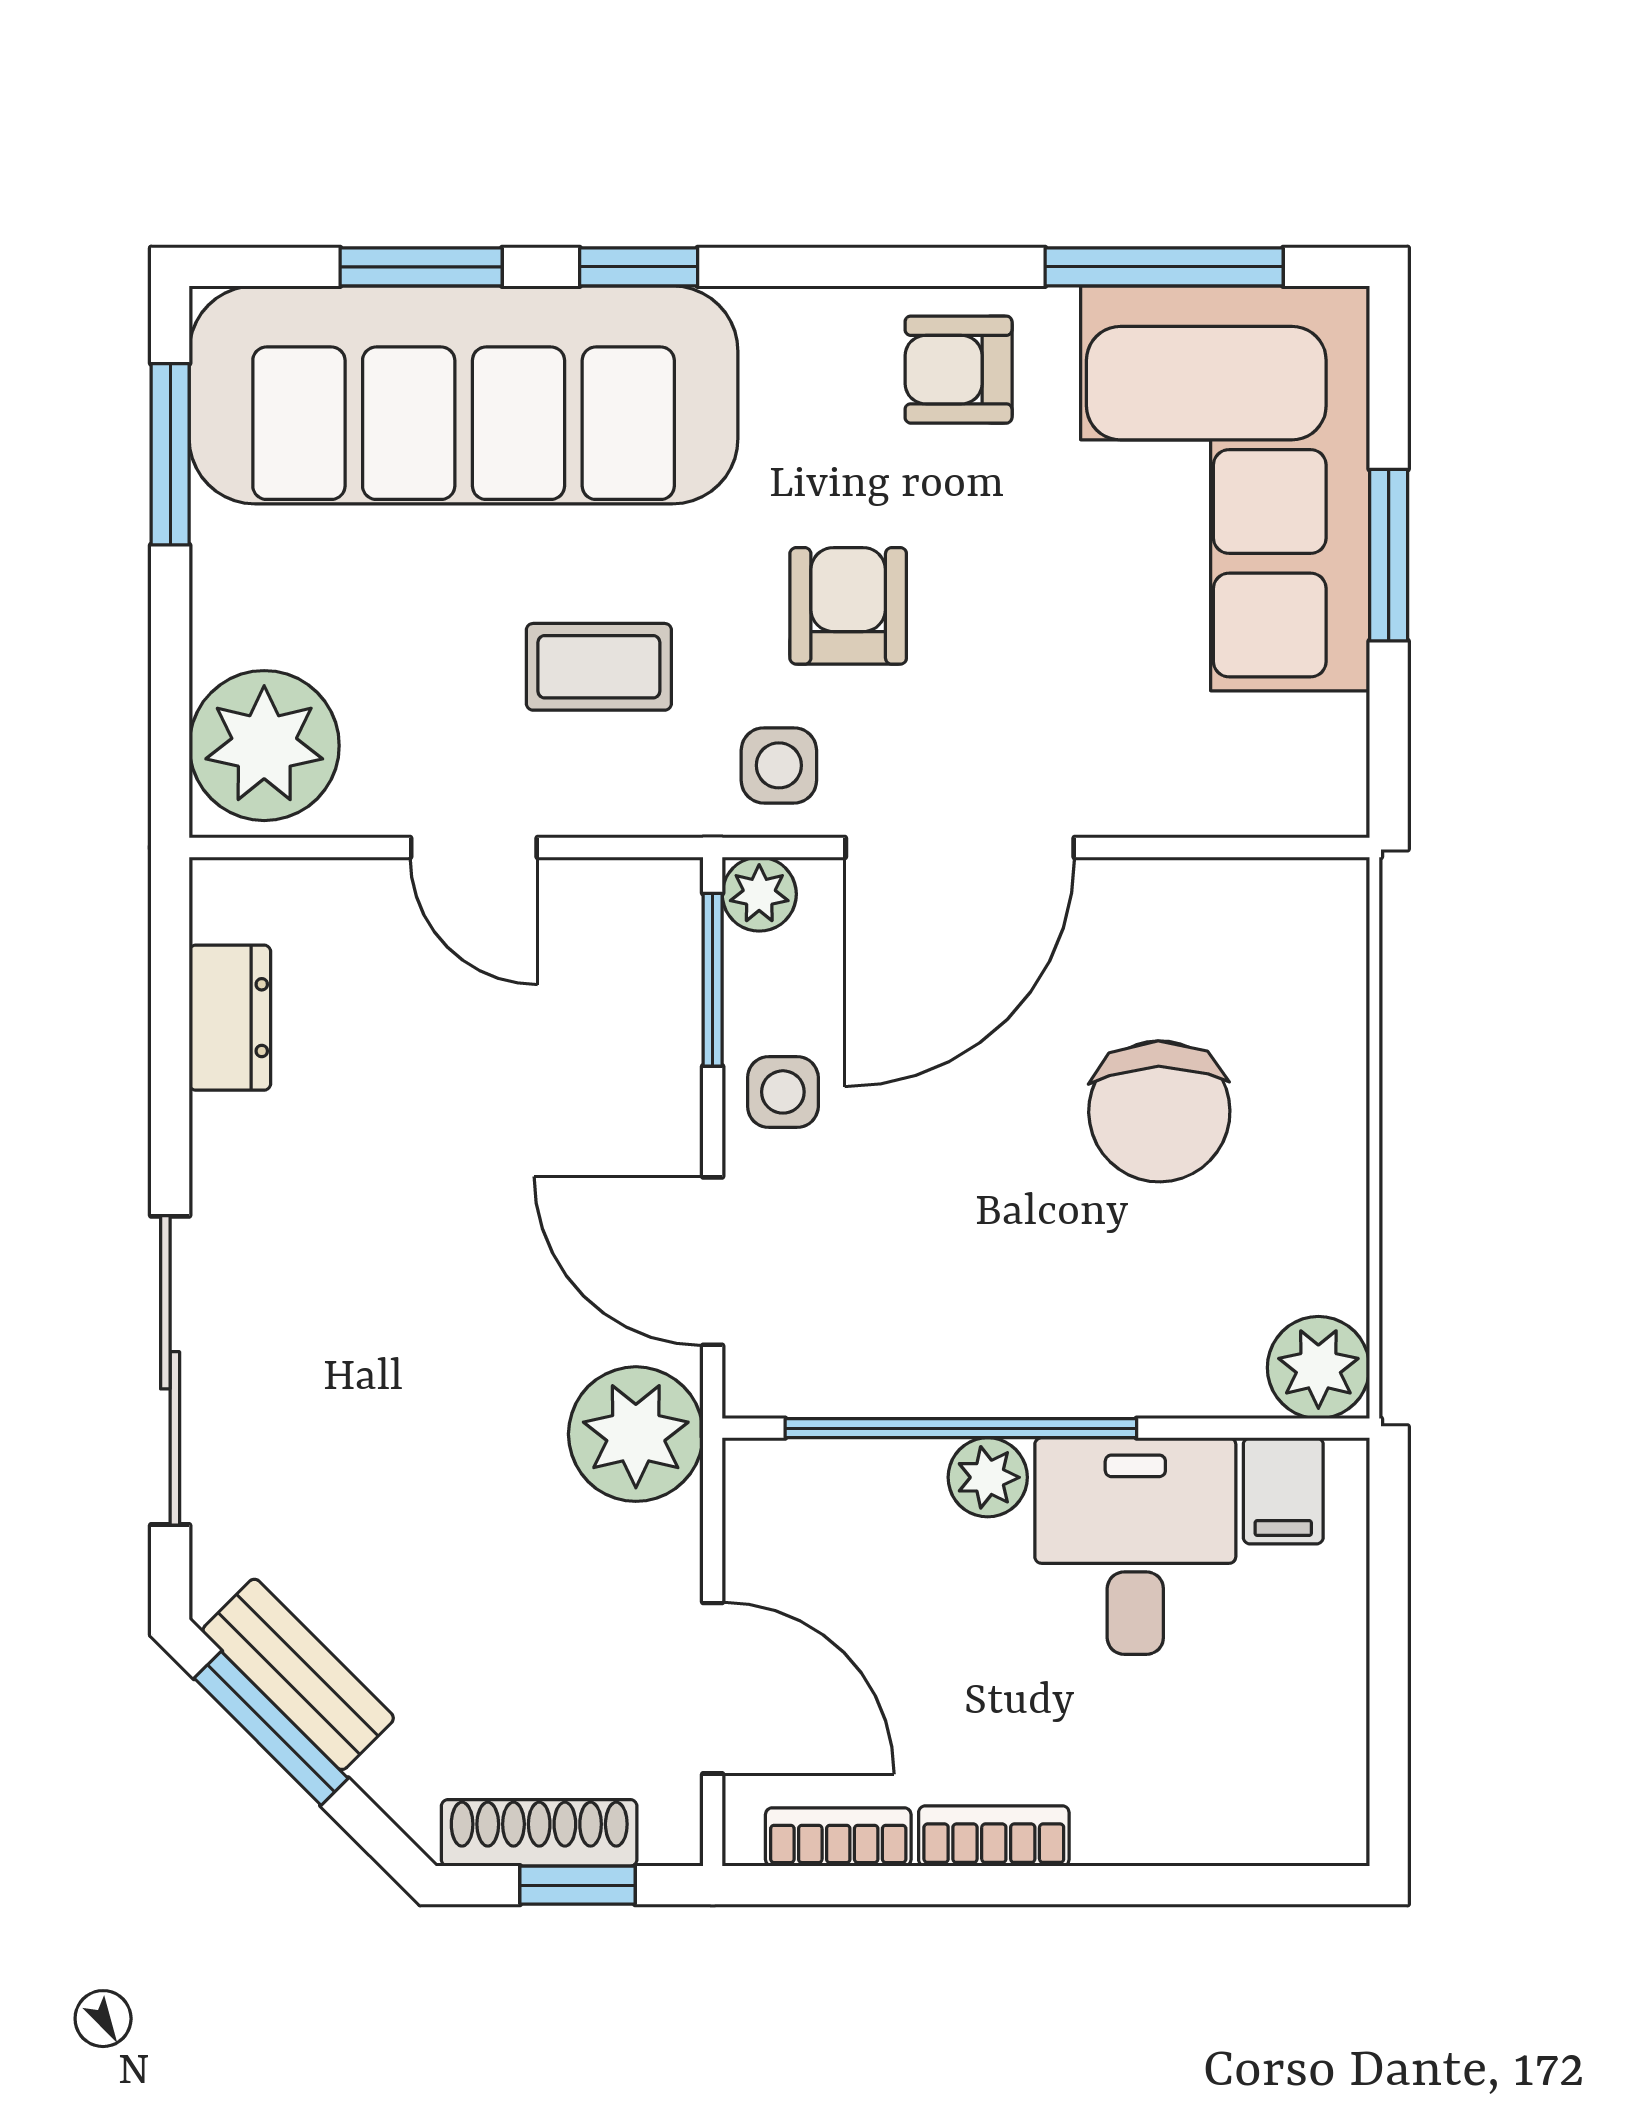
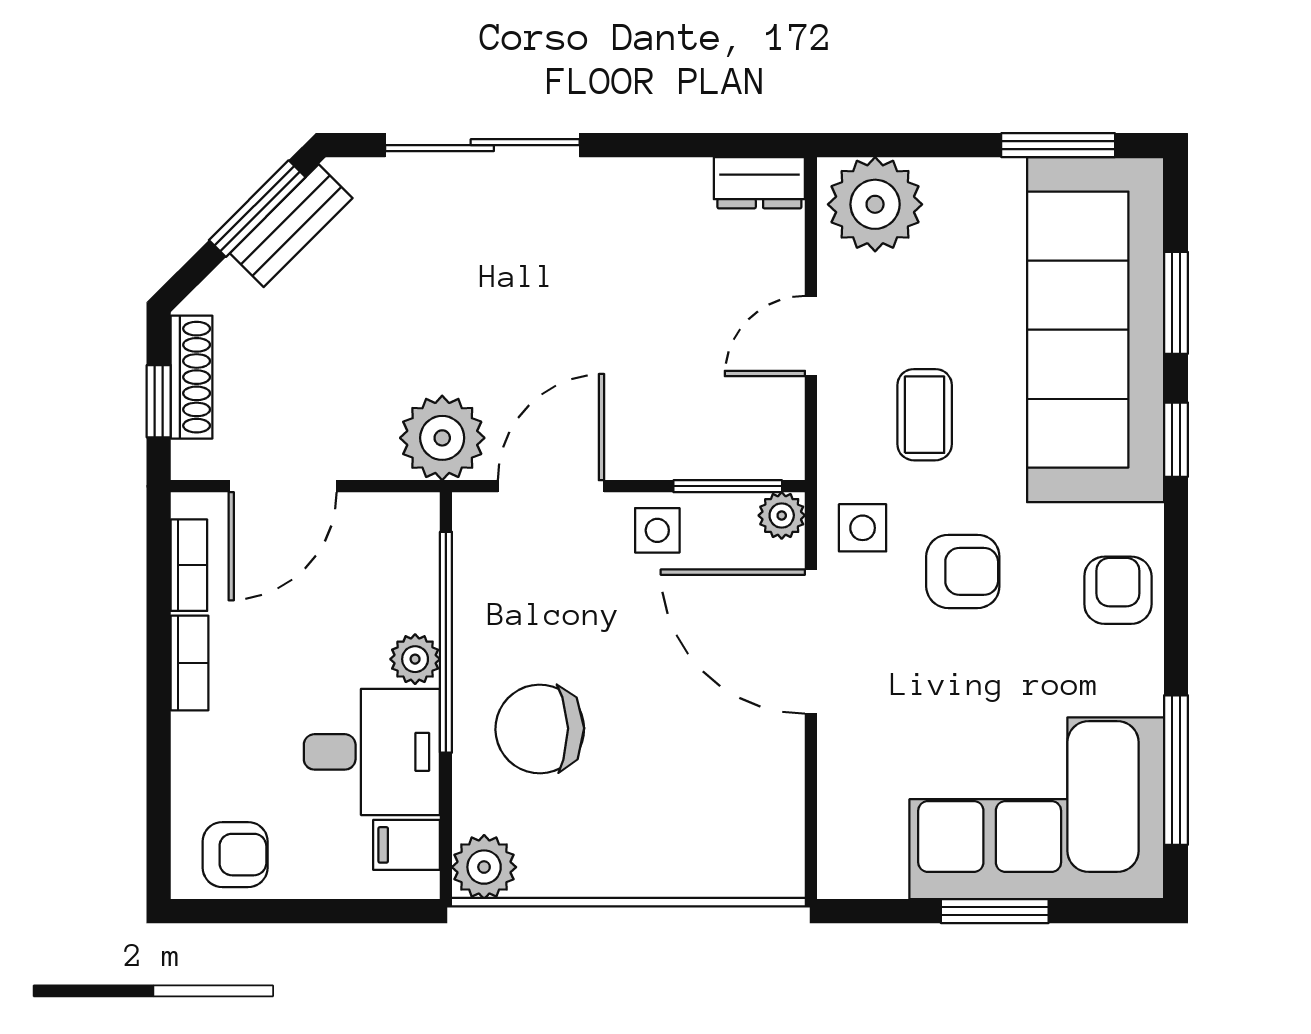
armchair: (959, 370) -> (1118, 590), moved
dresser: (230, 1018) -> (759, 183), moved
chair: (1159, 1111) -> (540, 729), moved
armchair: (1299, 1763) -> (235, 855), added

